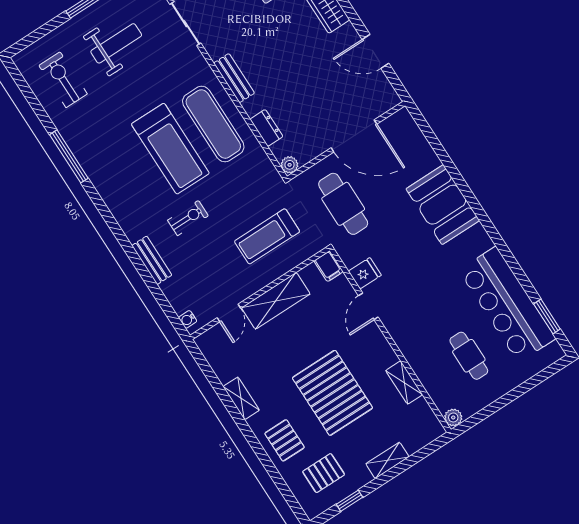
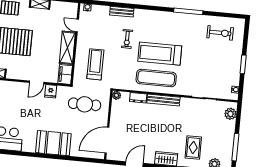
weight bench: (116, 43) -> (218, 65), removed
bench: (234, 78) -> (163, 100), width x1.36
door: (354, 136) -> (107, 140), moved
filing cabinet: (328, 266) -> (65, 74), width x2.00
door: (368, 306) -> (37, 82), swing flipped

